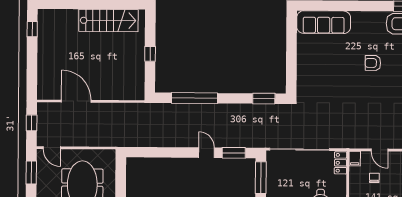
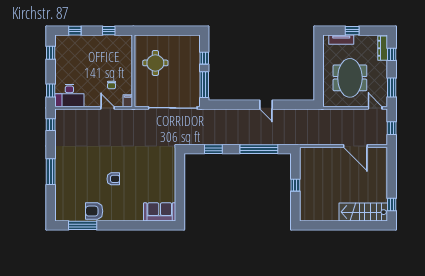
stairs: (108, 20) -> (363, 212), moved
sofa: (324, 22) -> (160, 212), width x0.73
window: (264, 99) -> (213, 149), moved
door: (207, 153) -> (266, 105), moved
window: (234, 153) -> (226, 105), removed
locker: (340, 163) -> (139, 97), removed

